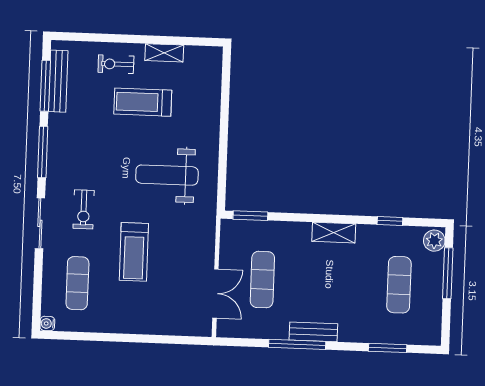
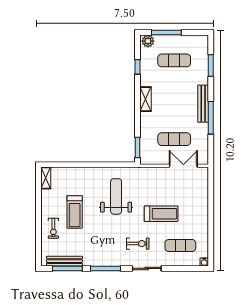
shelving: (164, 53) -> (46, 178), moved
weight bench: (167, 175) -> (116, 196), turned 180
bench: (313, 332) -> (203, 104), width x1.36

